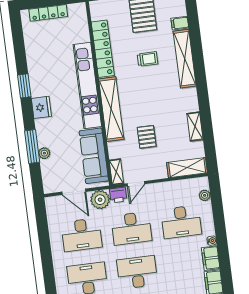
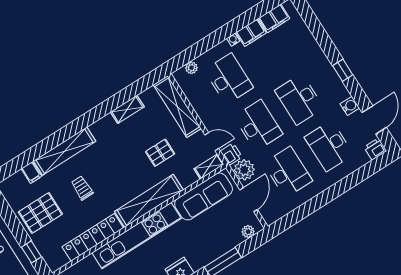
plant: (44, 153) -> (248, 232), moved
shelving: (187, 168) -> (177, 107), width x1.47

